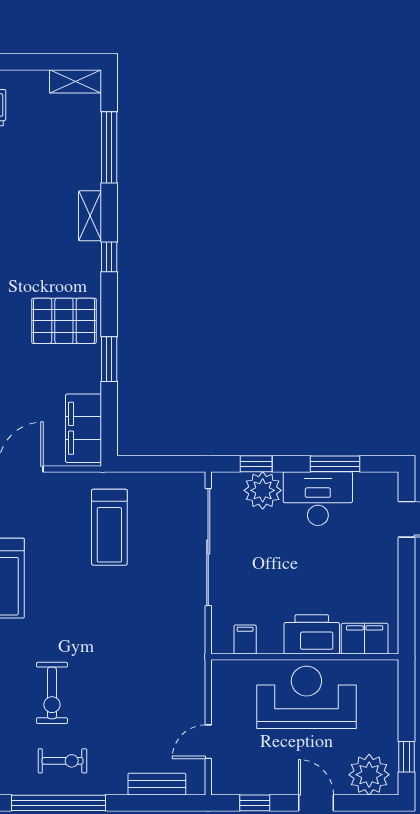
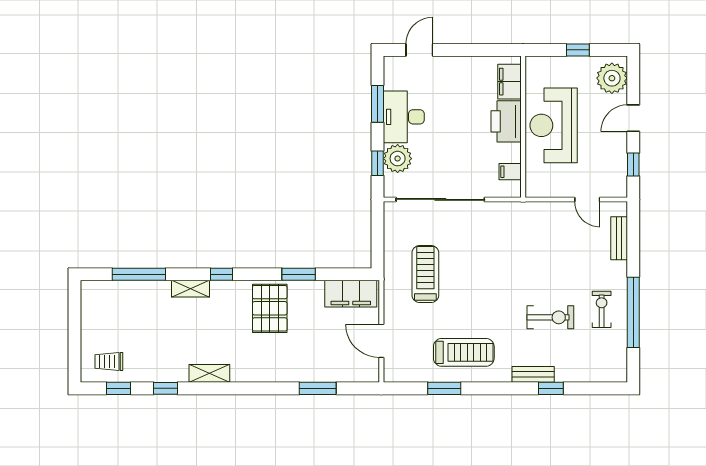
shelving: (75, 81) -> (89, 300), removed
treadmill: (109, 527) -> (425, 274), turned -90
window: (407, 757) -> (578, 50), moved

